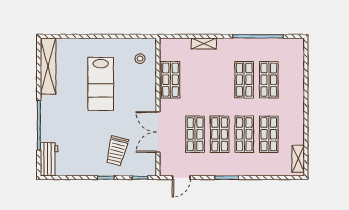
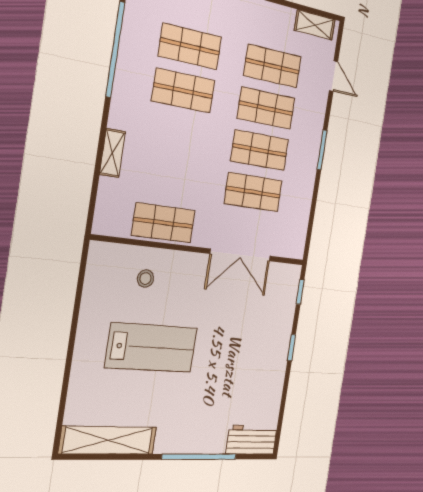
stool: (140, 59) -> (146, 279), moved
trolley: (117, 151) -> (257, 327), removed
door: (181, 178) -> (333, 76), moved

